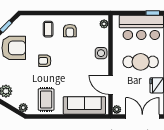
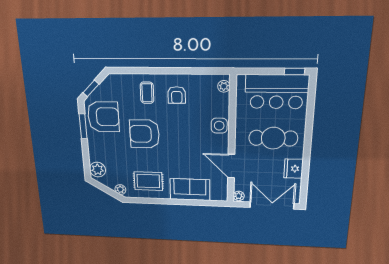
armchair: (45, 61) -> (145, 134), width x1.88, depth x1.88
rug: (46, 100) -> (148, 181), turned 90
sofa: (84, 105) -> (190, 189), width x0.73

